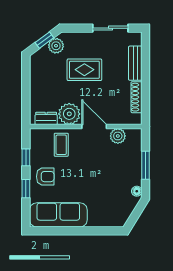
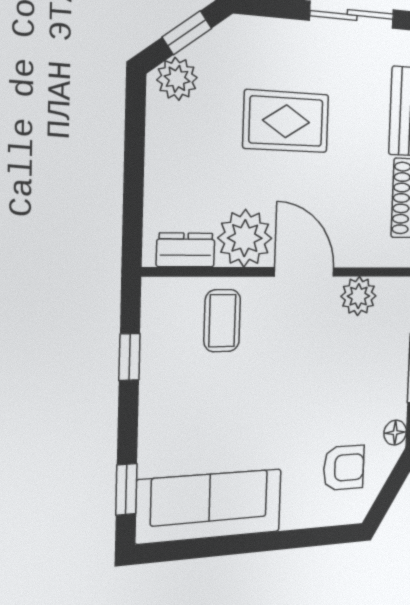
plant: (56, 46) -> (177, 79), moved
armchair: (45, 177) -> (344, 468), moved
window: (26, 189) -> (126, 489), moved

